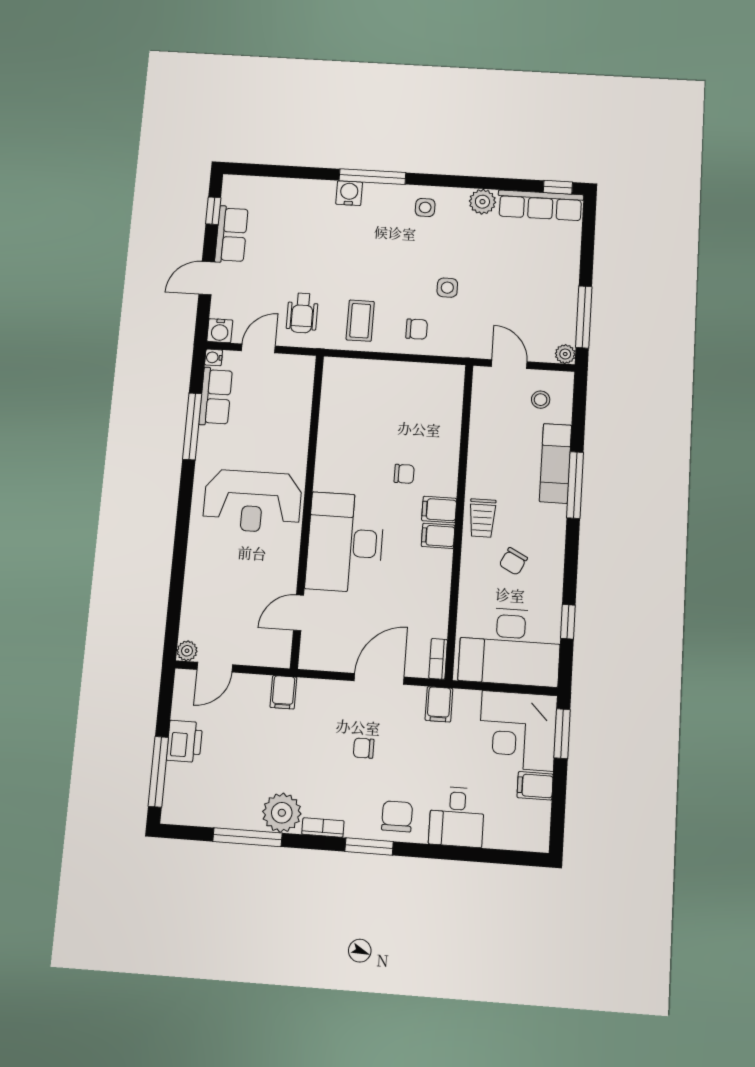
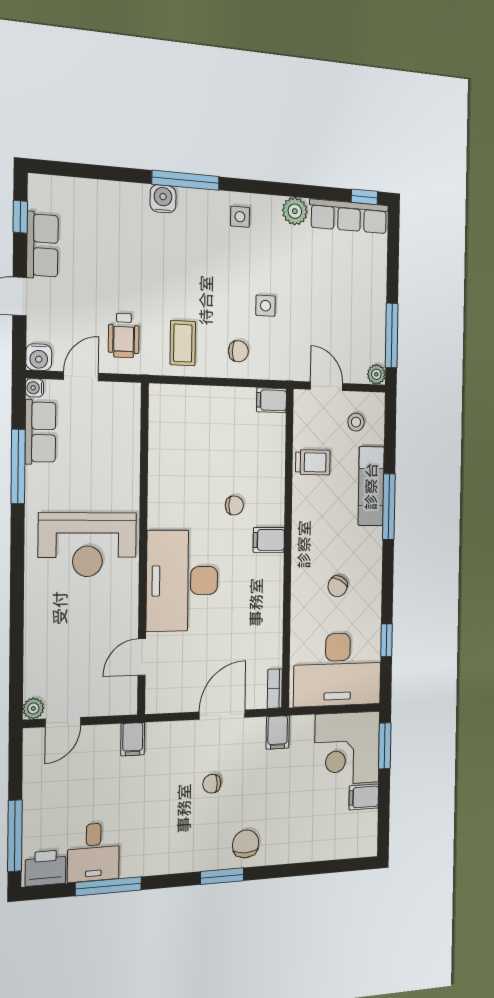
trolley: (482, 518) -> (313, 462), moved, turned -90
filing cabinet: (438, 536) -> (271, 400), moved
printer: (184, 741) -> (45, 868), moved, turned -90
plant: (282, 813) -> (139, 857), removed
desk: (457, 817) -> (93, 852), moved
bookcase: (323, 827) -> (179, 865), removed

